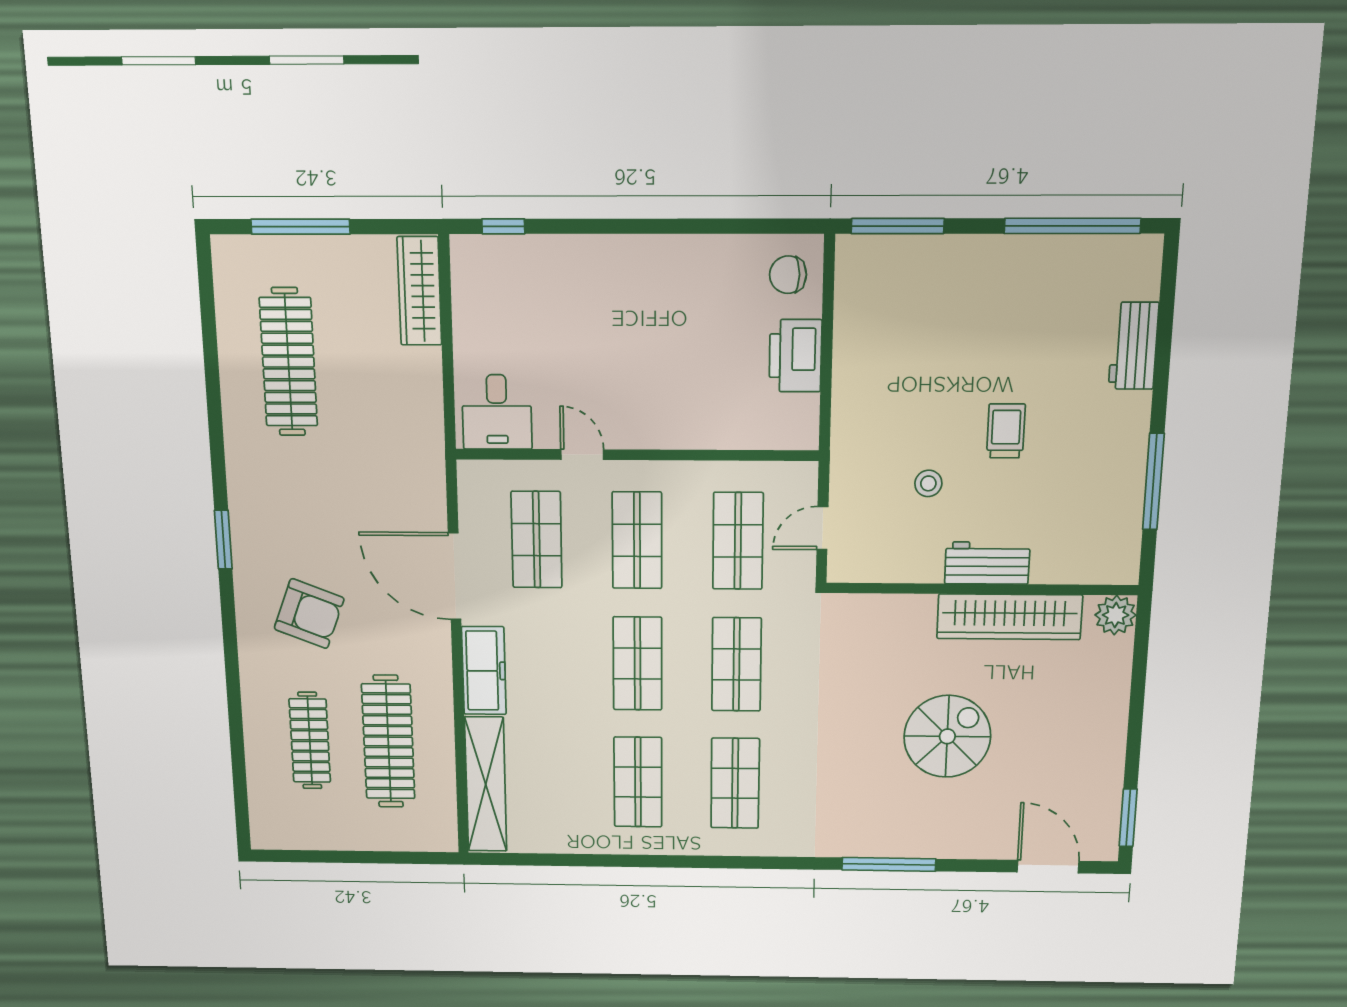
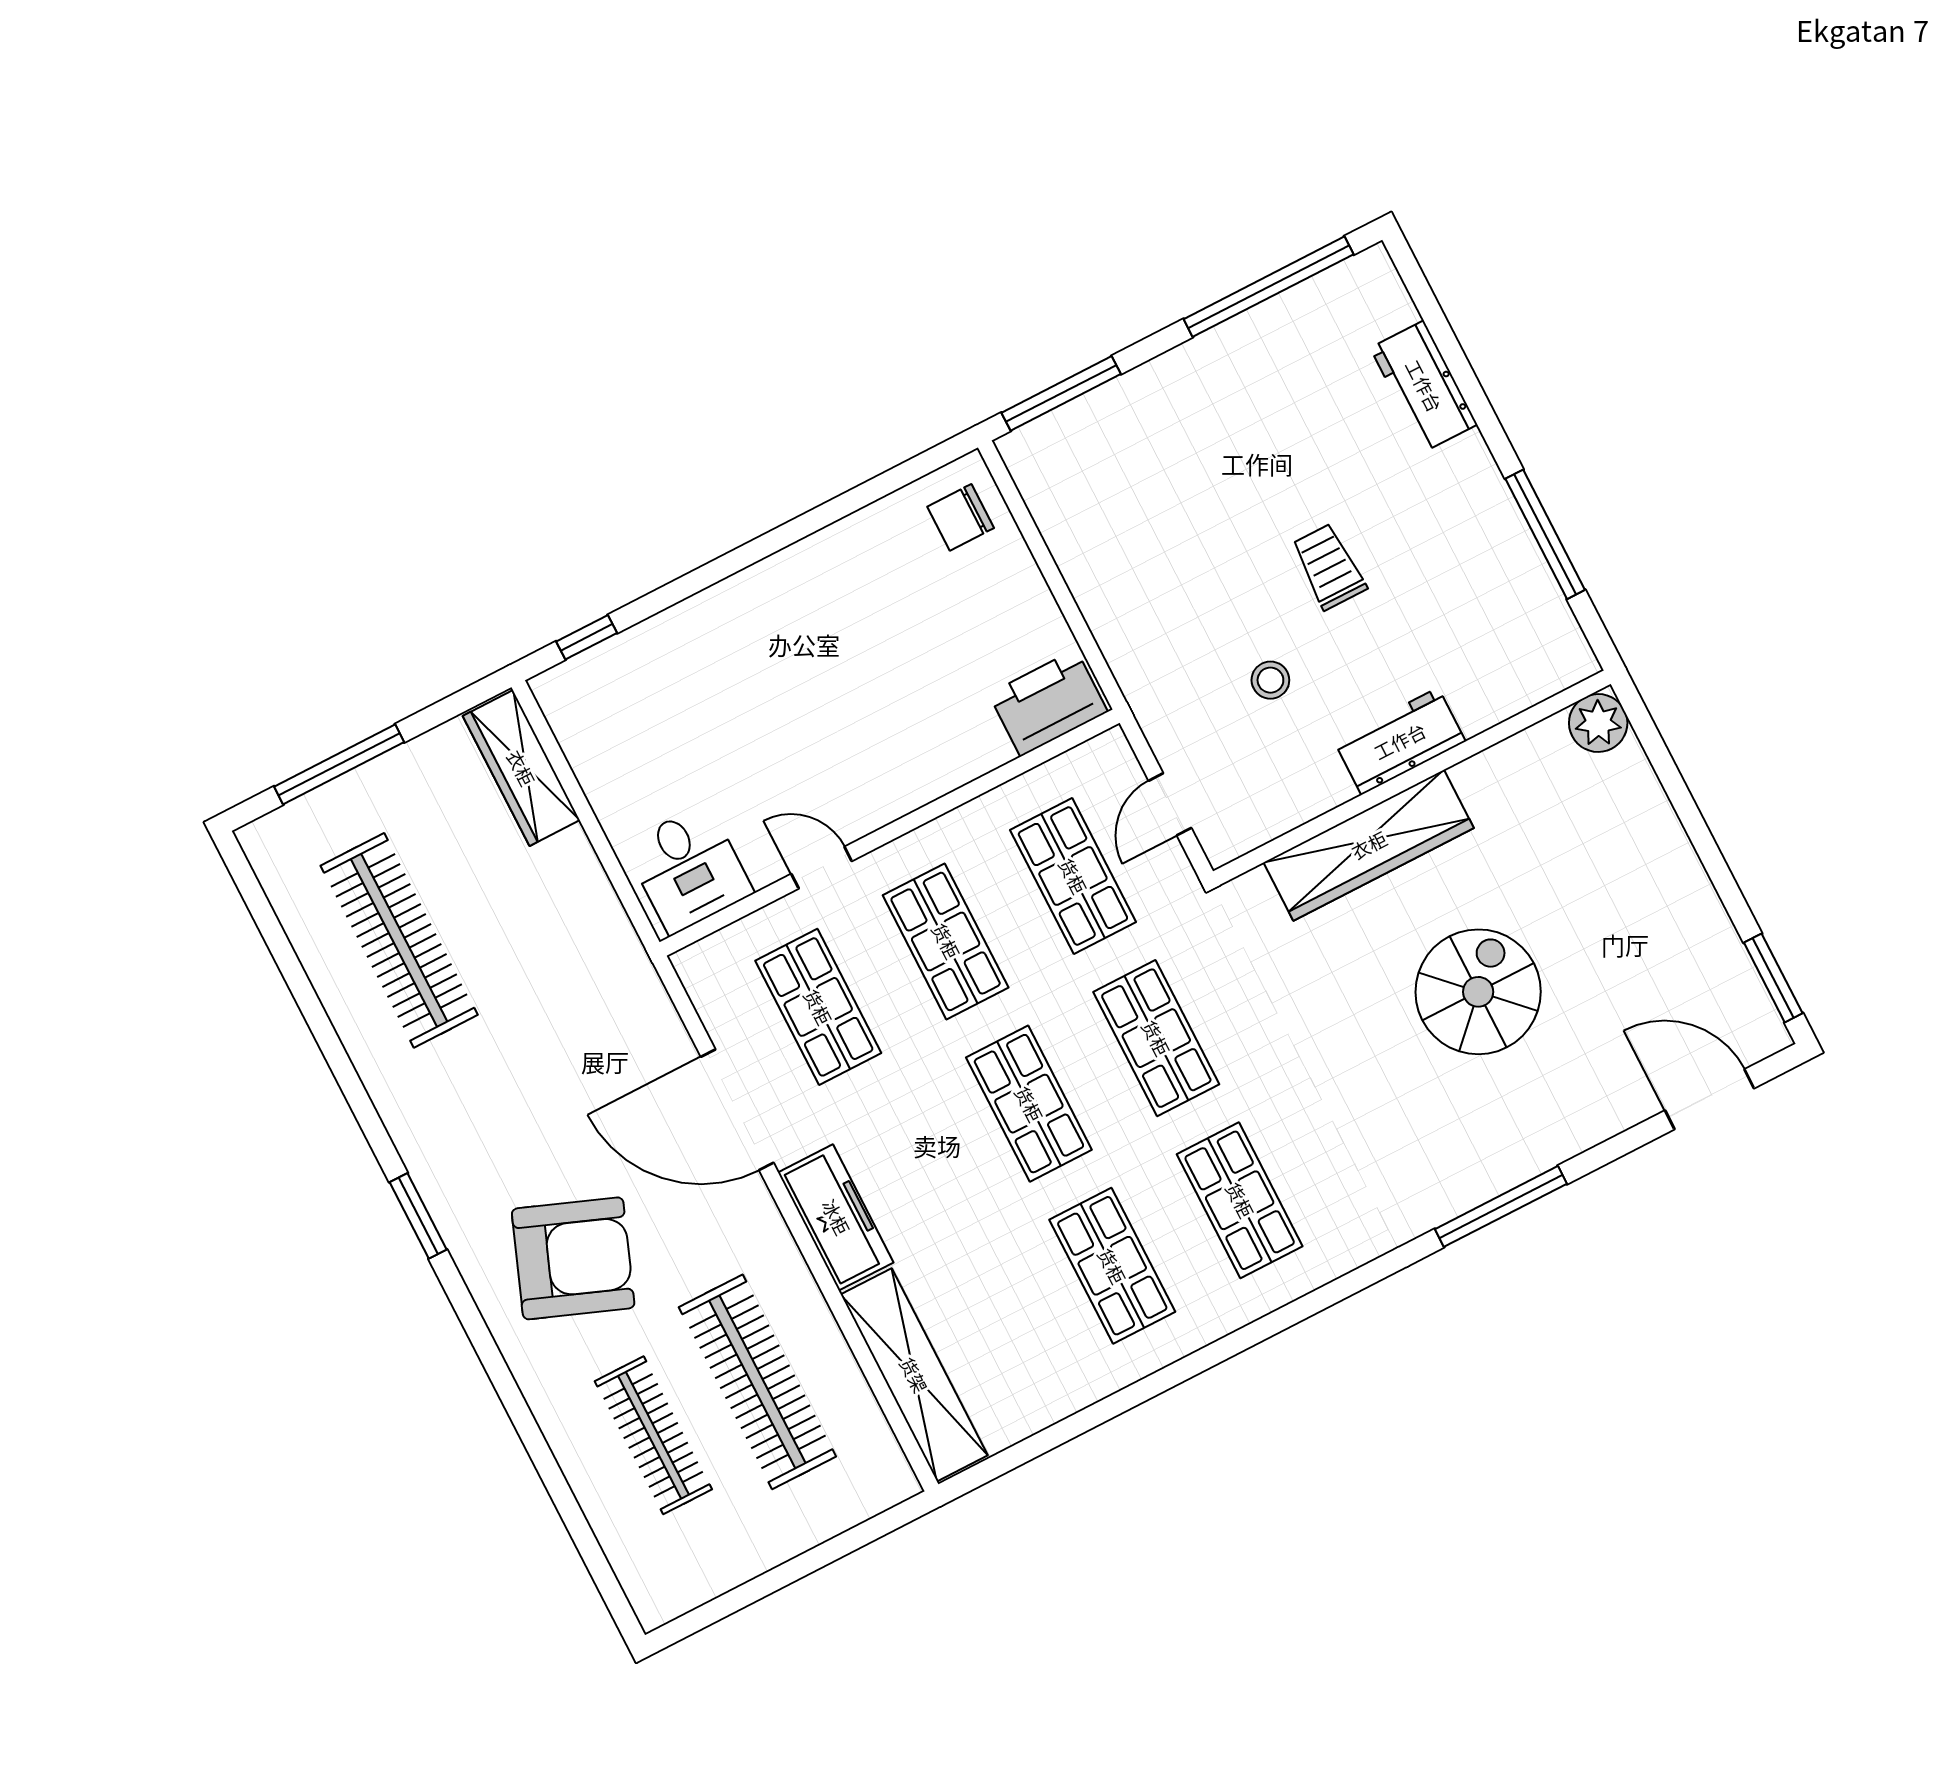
printer: (795, 356) -> (1048, 703), moved, turned 90
armchair: (309, 614) -> (573, 1258), width x1.36, depth x1.36
wardrobe: (1010, 617) -> (1369, 845), moved

